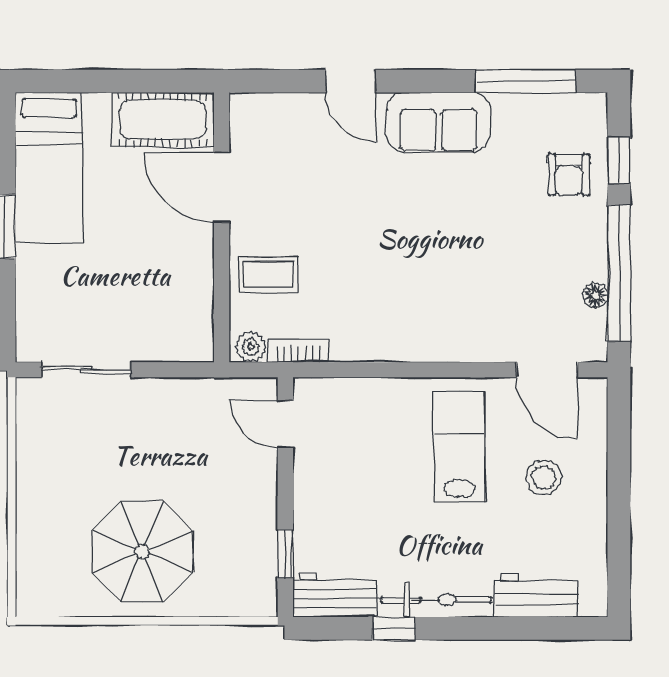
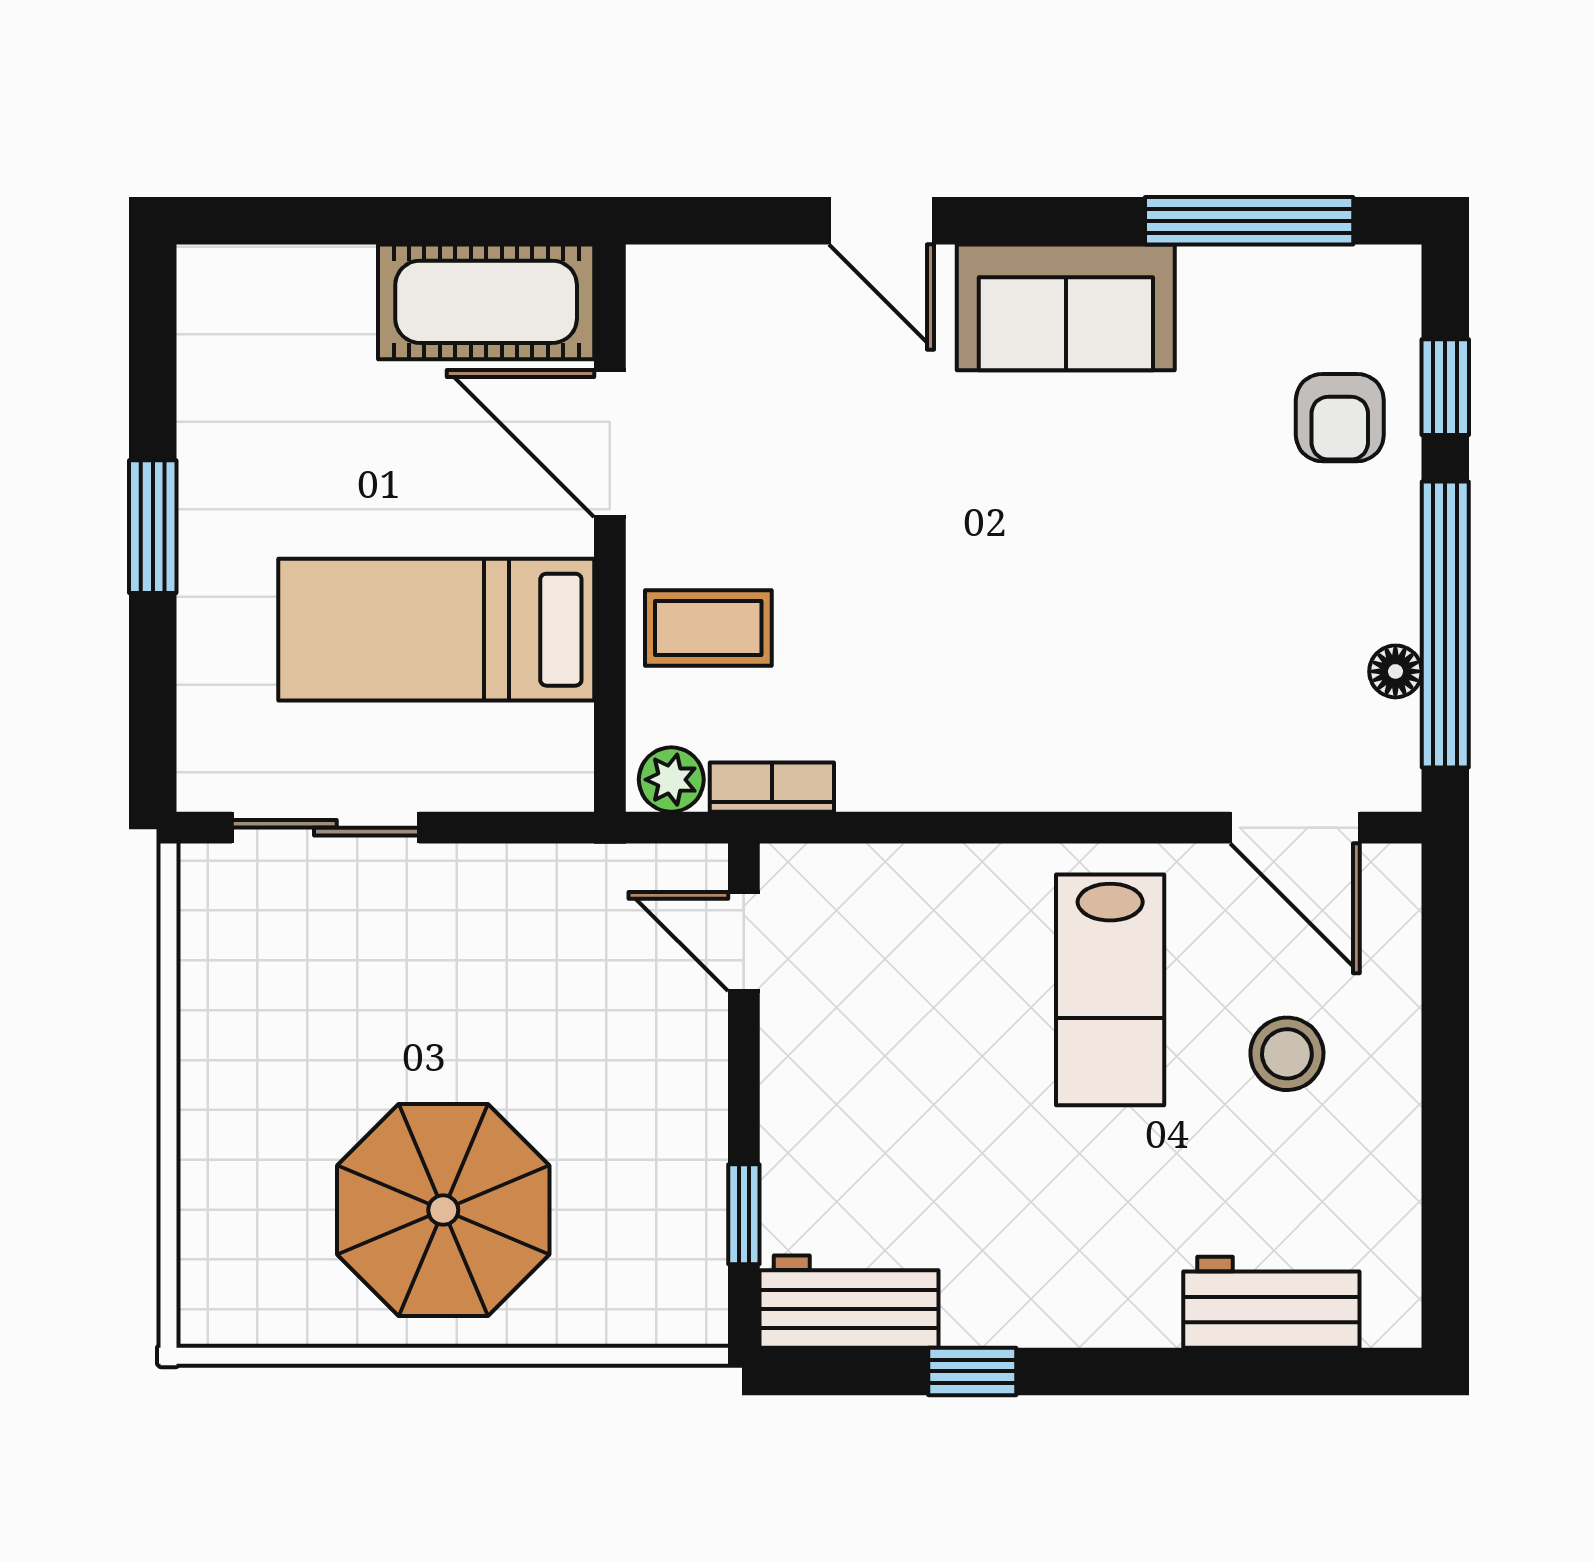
bed: (49, 167) -> (436, 630), moved, turned 90
lab bench: (460, 447) -> (1110, 990), turned 180
bicycle: (436, 600) -> (1061, 1311), removed

